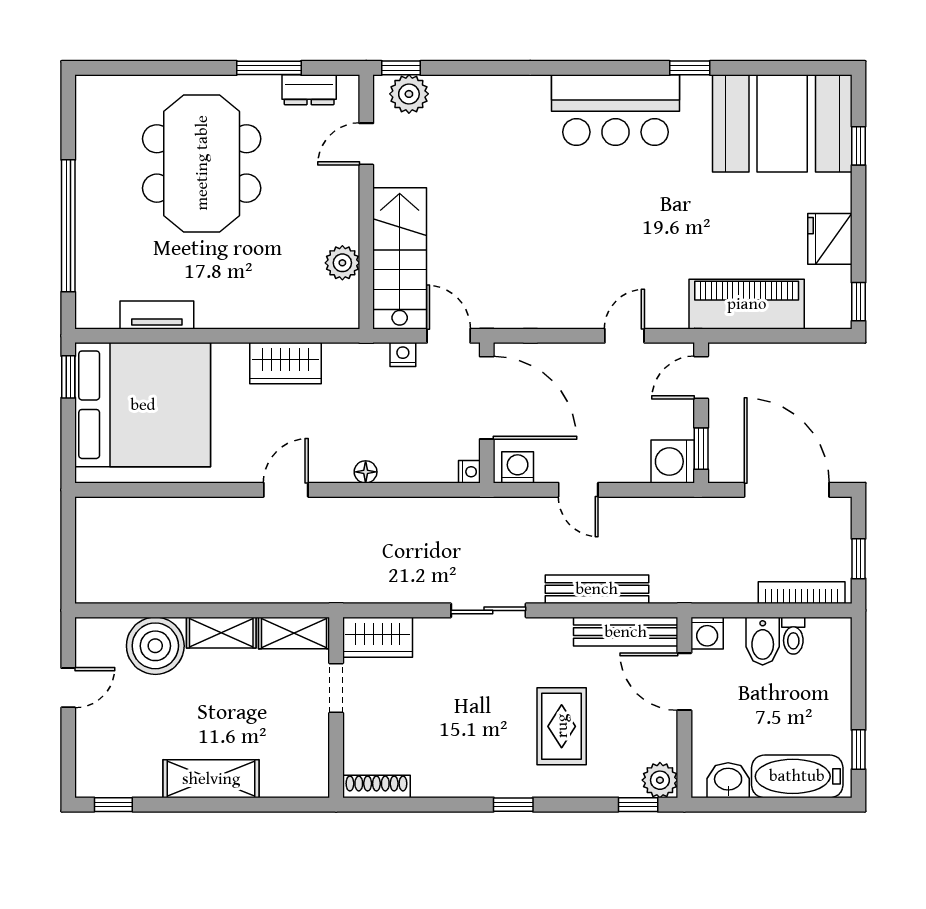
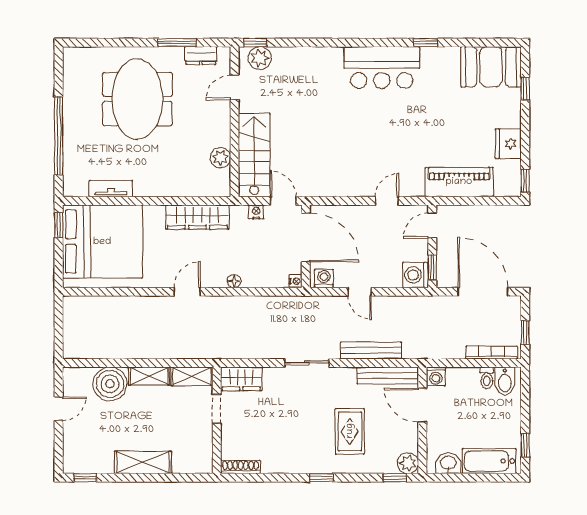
booth: (782, 123) -> (491, 67), width x0.73, depth x0.70
wardrobe: (285, 363) -> (197, 217), width x1.50
bidet: (763, 641) -> (505, 381), moved

